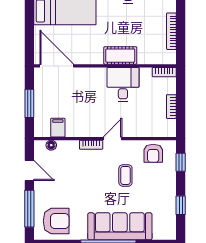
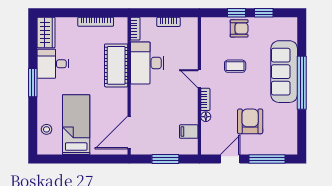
cot: (120, 56) -> (116, 65), width x1.37, depth x1.34
desk: (123, 85) -> (147, 63), width x1.37
floor lamp: (51, 145) -> (206, 117), moved
armchair: (153, 153) -> (239, 28), moved
window: (181, 162) -> (236, 13), moved
armchair: (56, 221) -> (250, 121), moved

